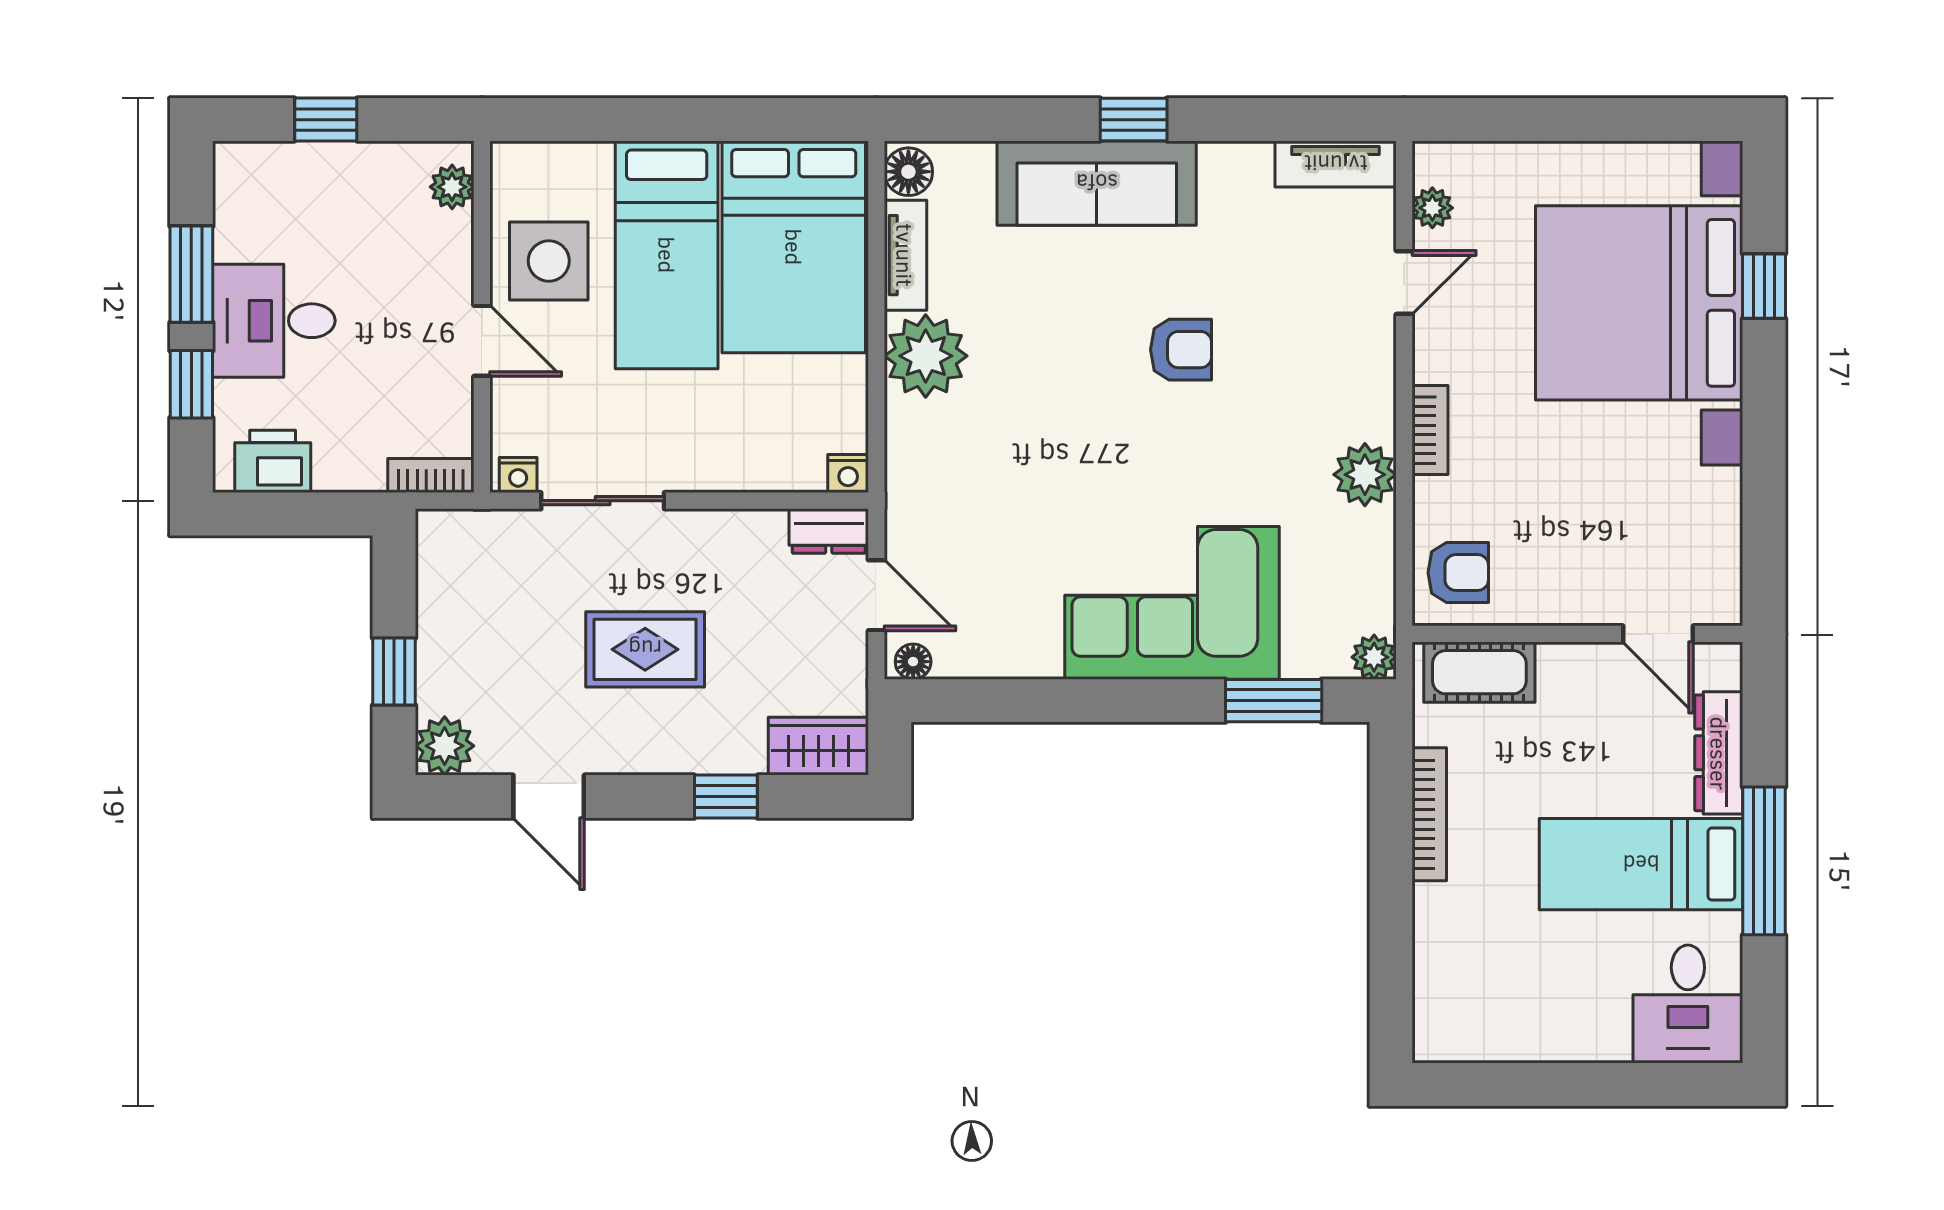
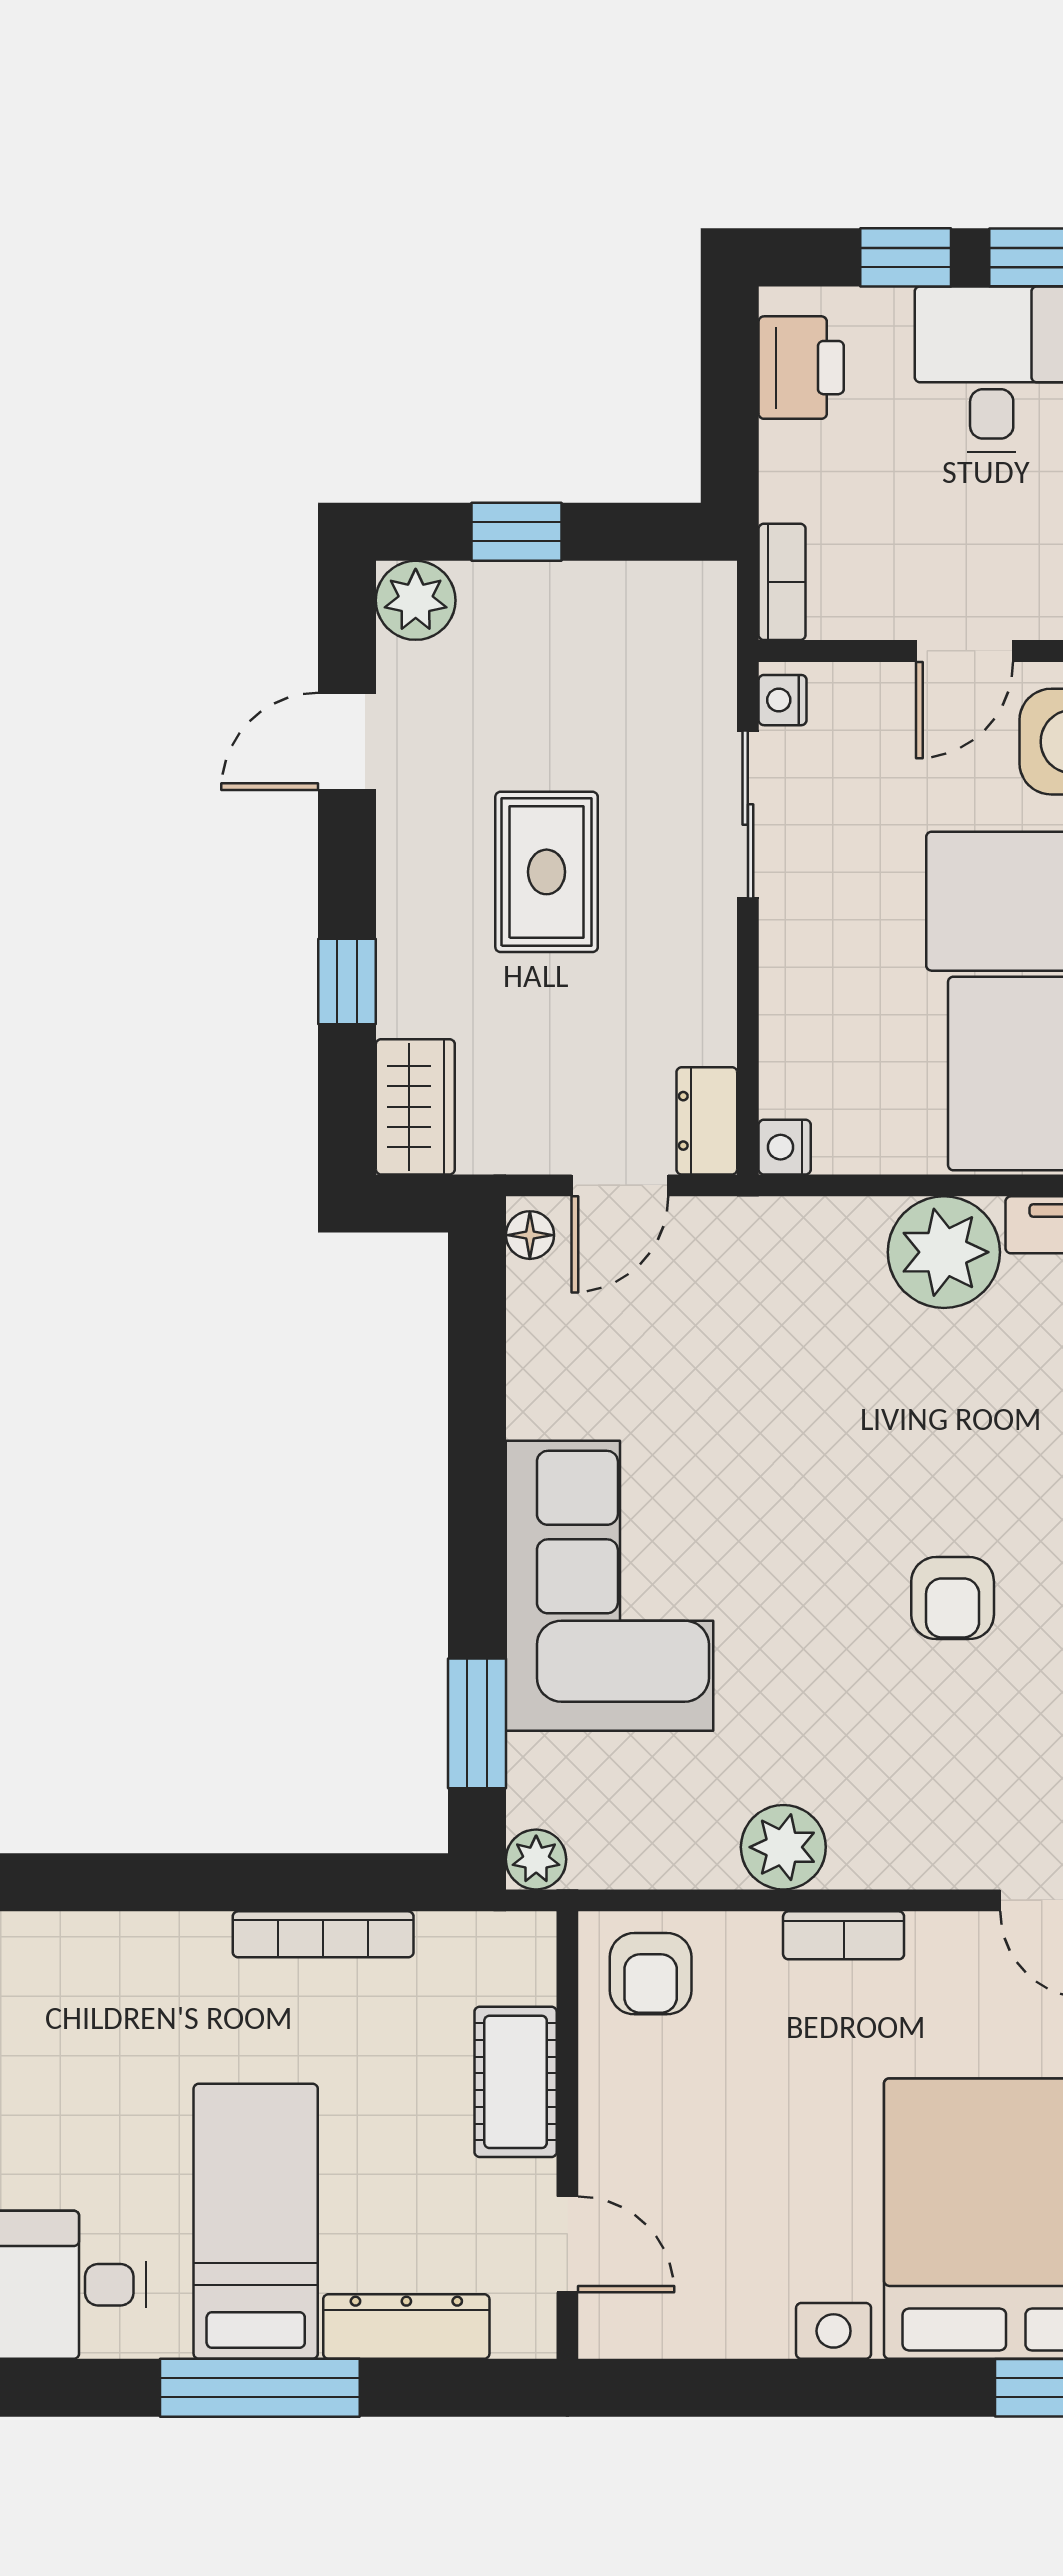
door: (1658, 634) -> (567, 2244), swing flipped
cot: (1479, 672) -> (516, 2082), moved

